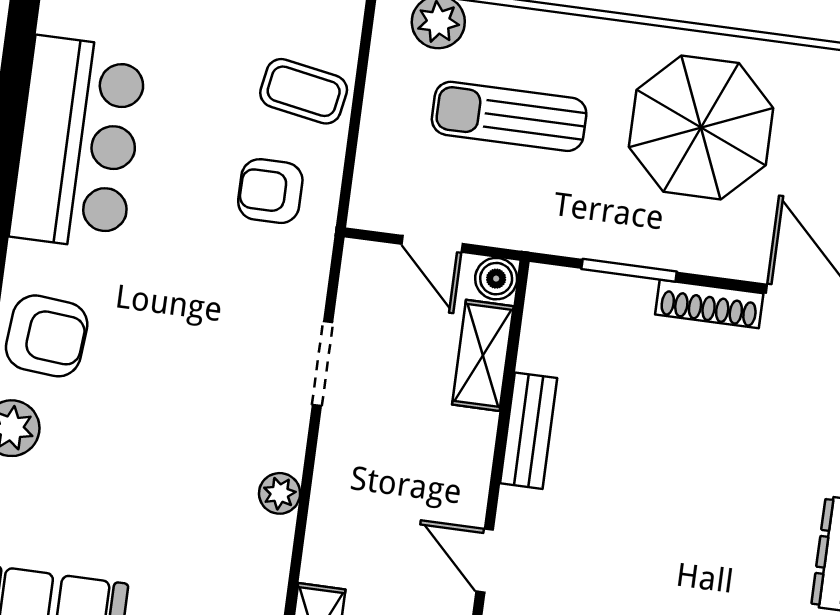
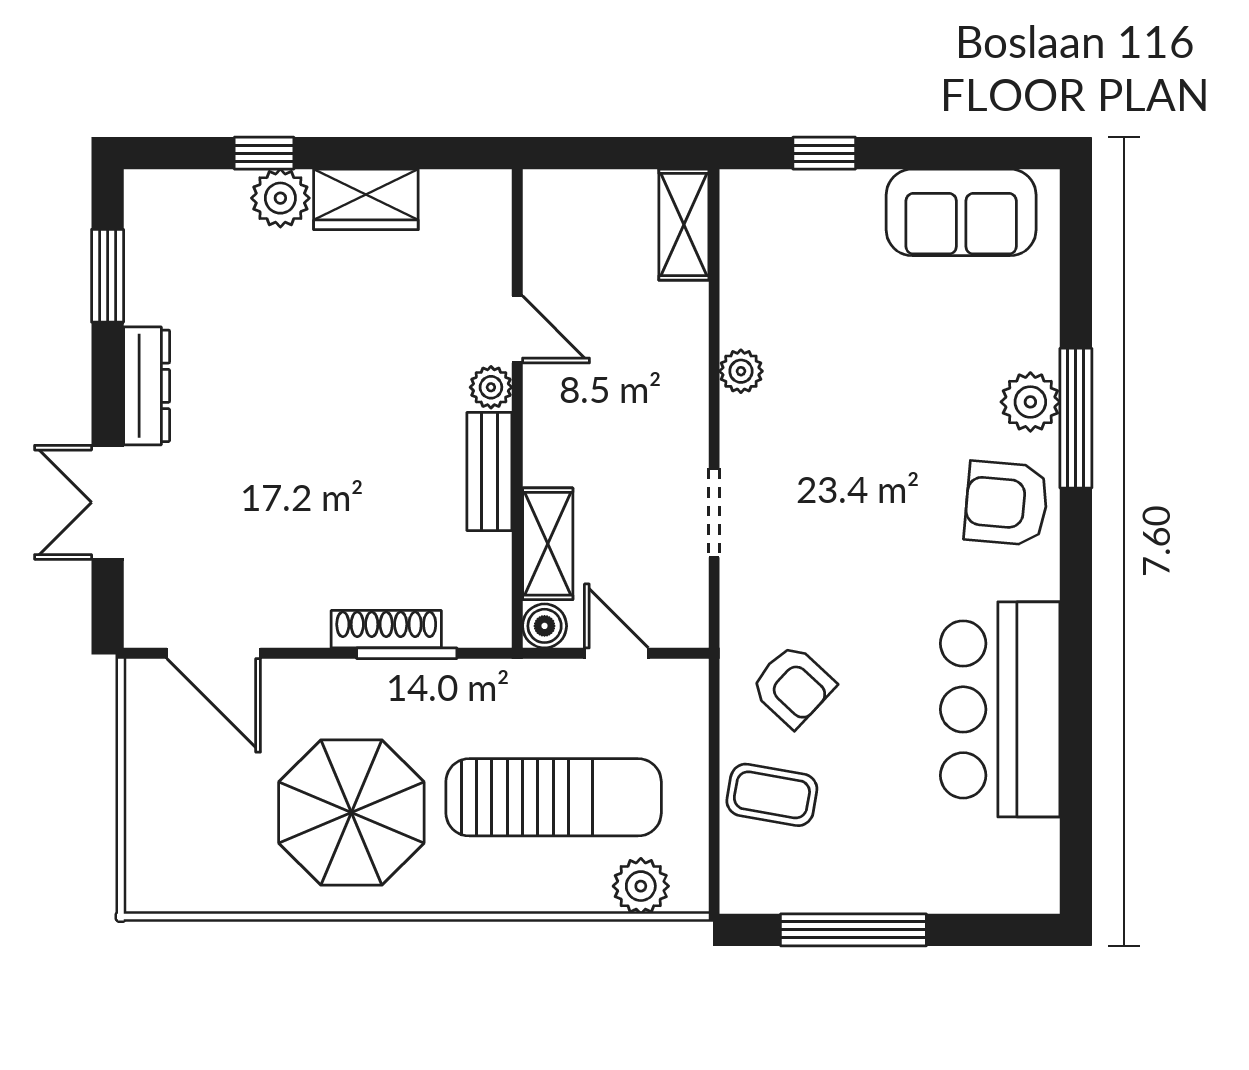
sun lounger: (509, 116) -> (554, 797), width x1.36, depth x1.34
armchair: (270, 191) -> (793, 686), turned 43
shoe rack: (709, 304) -> (386, 629), moved
plant: (517, 510) -> (491, 387), added

